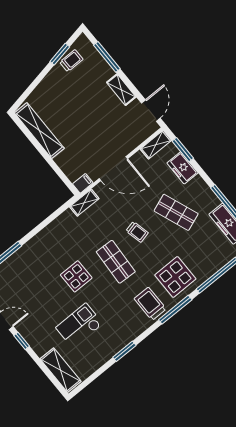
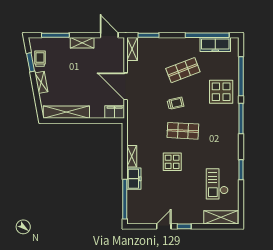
shelving: (49, 81) -> (41, 82), added
freezer: (182, 168) -> (134, 179), moved, turned -90
door: (113, 169) -> (126, 86), swing flipped
filing cabinet: (83, 183) -> (115, 112), width x2.00
shelving: (84, 203) -> (132, 156), moved
display table: (175, 277) -> (221, 92), moved
trolley: (150, 304) -> (225, 131), removed
checkout: (79, 326) -> (217, 184), moved

